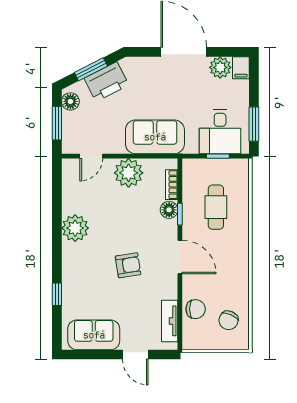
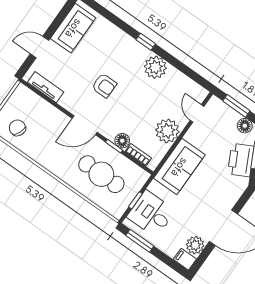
cafe table: (216, 207) -> (101, 174), width x1.37, depth x1.35
armchair: (128, 265) -> (104, 86), turned -81
window: (57, 294) -> (146, 42), moved
chair: (196, 309) -> (41, 111), removed

